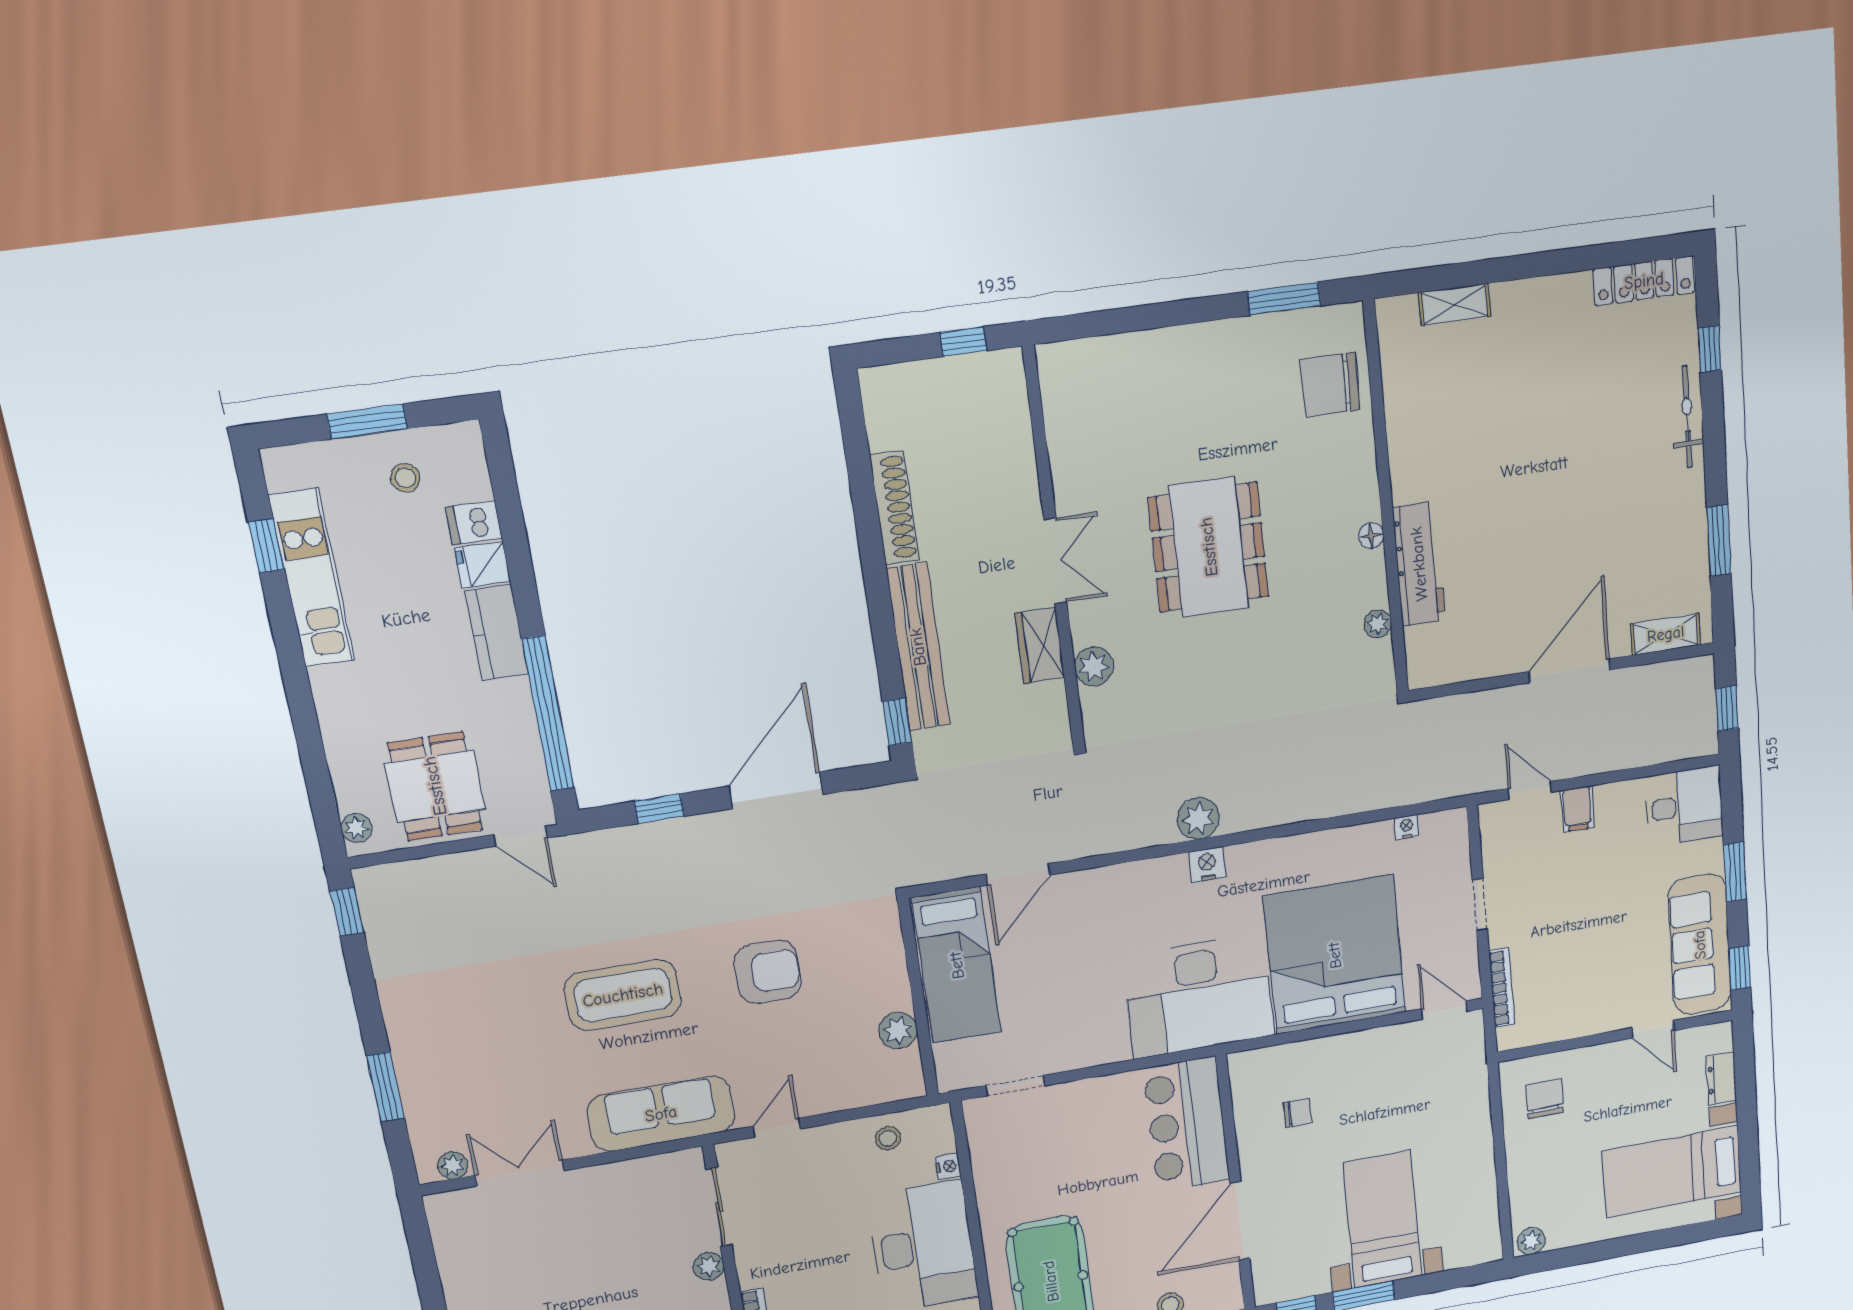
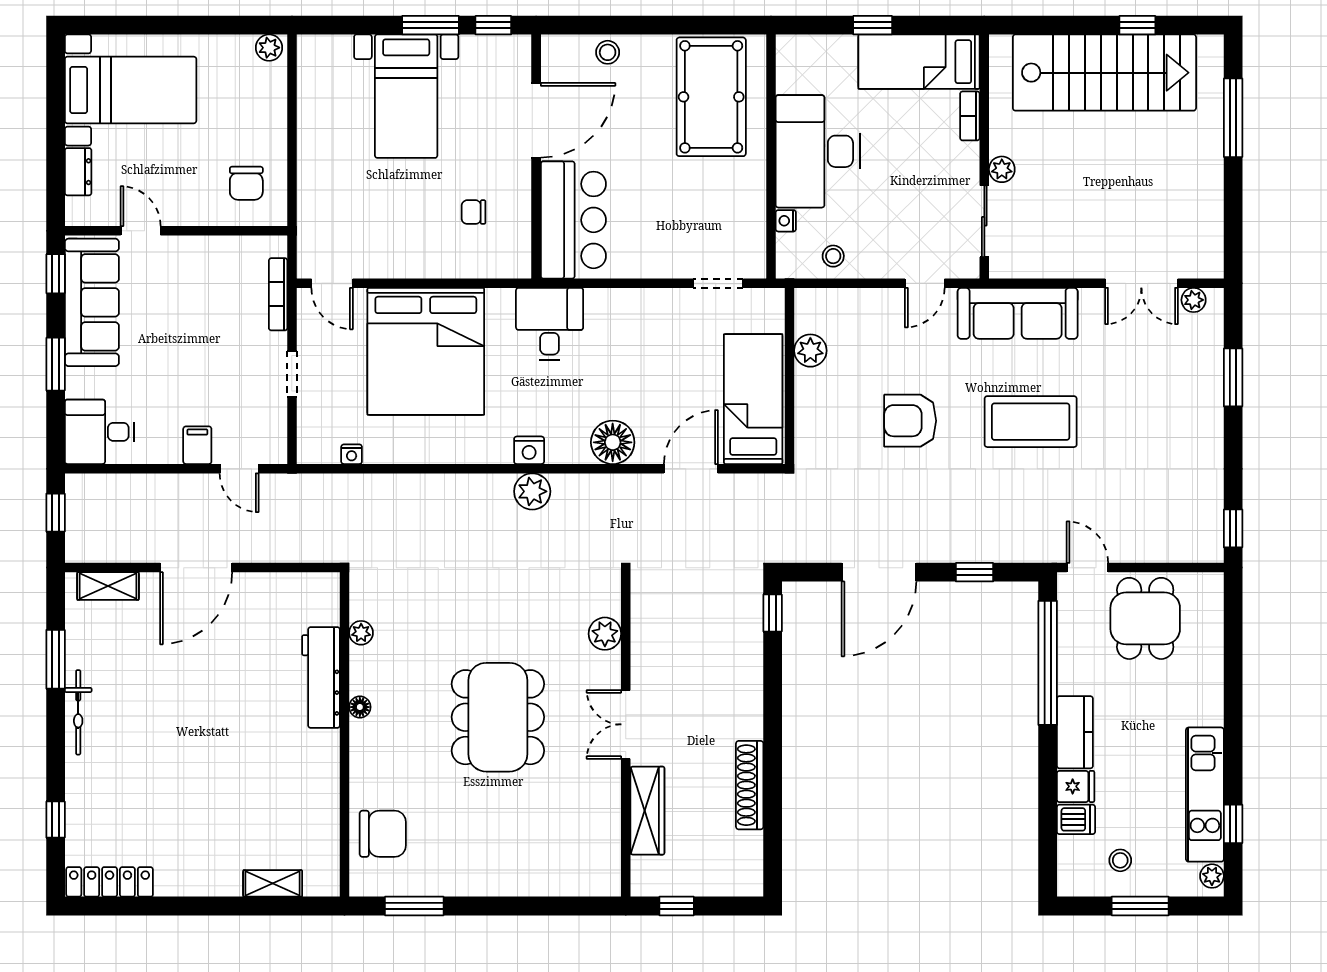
bicycle: (1687, 417) -> (78, 712), moved
wardrobe: (1040, 645) -> (647, 811), moved, width x1.50
bench: (918, 647) -> (747, 671), removed
plant: (356, 828) -> (1212, 876), moved
floor lamp: (1112, 889) -> (613, 442), added
desk: (1199, 996) -> (550, 324), width x0.53, depth x0.77

